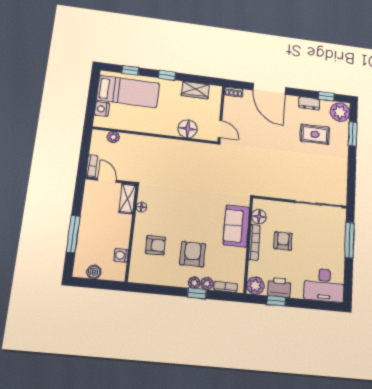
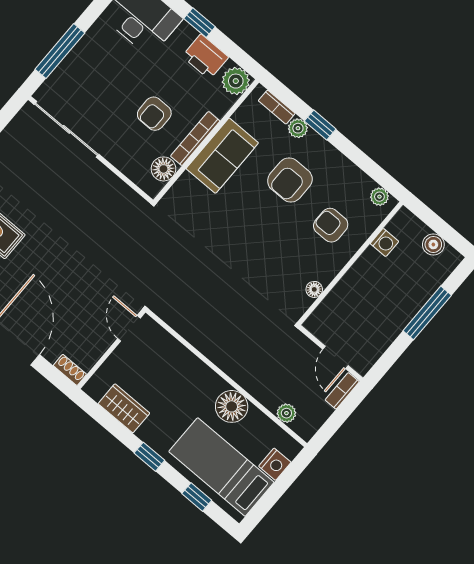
floor lamp: (188, 129) -> (232, 406), moved
shelving: (127, 199) -> (325, 314), removed
sofa: (236, 226) -> (222, 156), moved
plant: (194, 283) -> (379, 197), moved
window: (276, 301) -> (200, 23), moved

